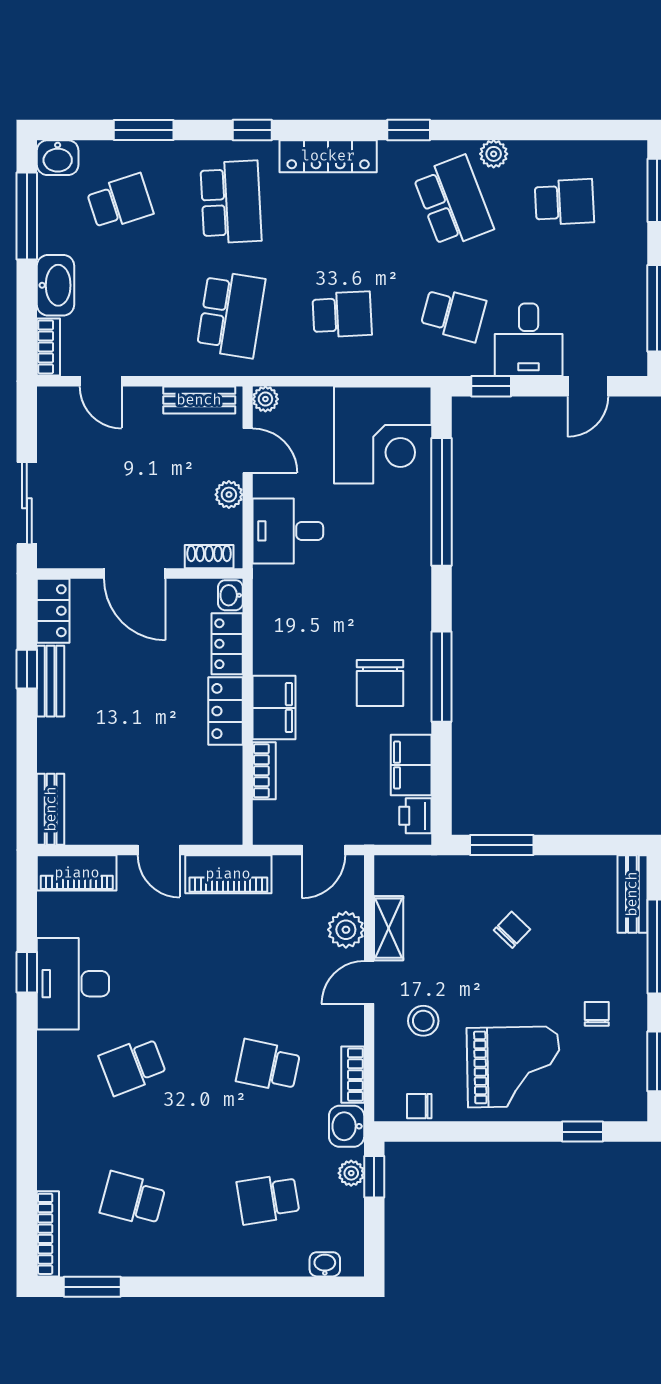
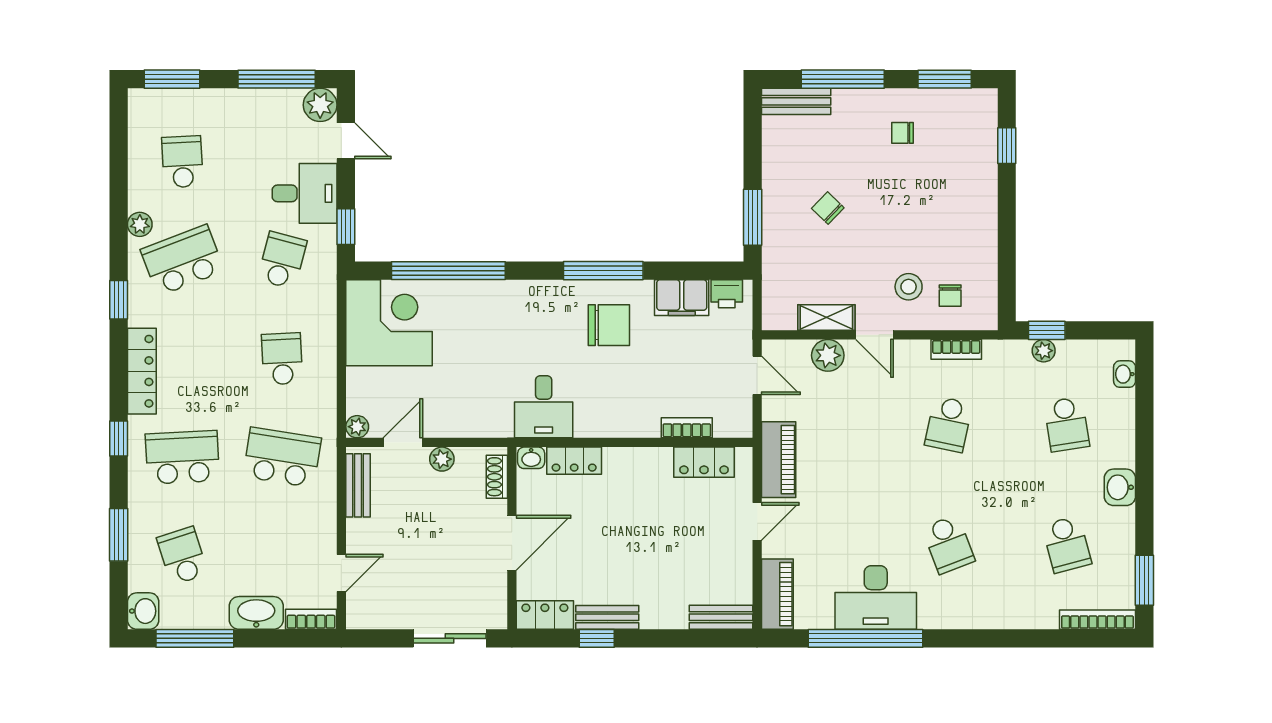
plant: (628, 357) -> (320, 105), added
desk: (288, 531) -> (544, 407), moved
filing cabinet: (274, 708) -> (631, 419), removed
locker: (225, 711) -> (704, 462), moved
window: (27, 972) -> (865, 638), width x3.17
grand piano: (513, 1067) -> (949, 207), removed
chair: (419, 1106) -> (950, 296), moved
washbasin: (347, 1126) -> (1120, 487), moved, turned 90
school desk: (133, 1199) -> (1067, 544), turned -30

